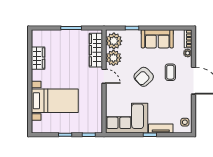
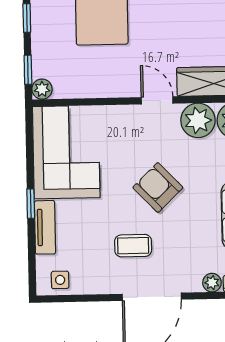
coffee table: (170, 72) -> (133, 246), moved
door: (104, 76) -> (157, 100), swing flipped
plant: (98, 129) -> (42, 89), added

